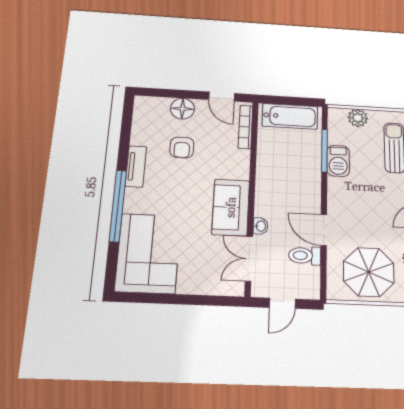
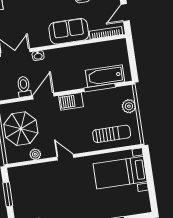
bathtub: (290, 116) -> (105, 76), moved, turned 90
barbecue: (338, 161) -> (71, 101), moved
sofa: (231, 207) -> (69, 31), moved

